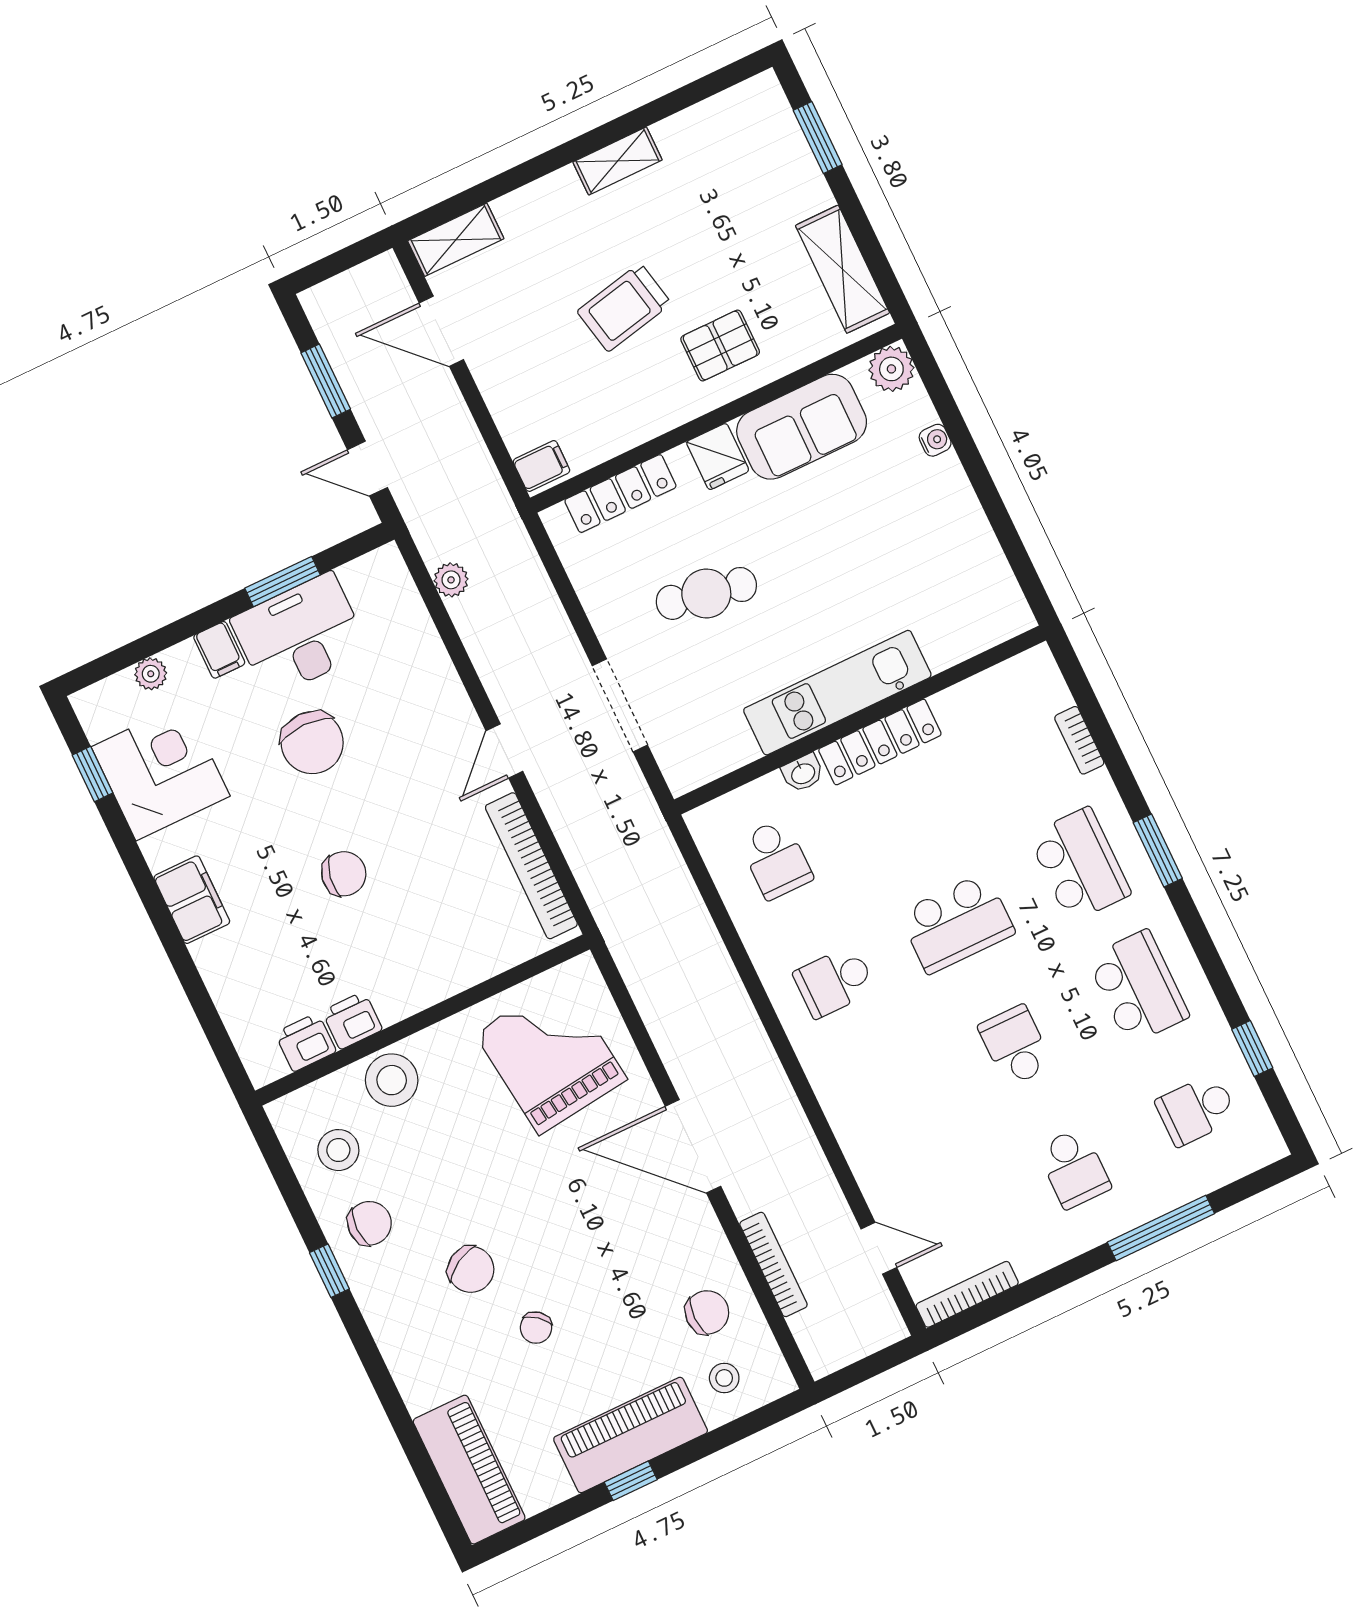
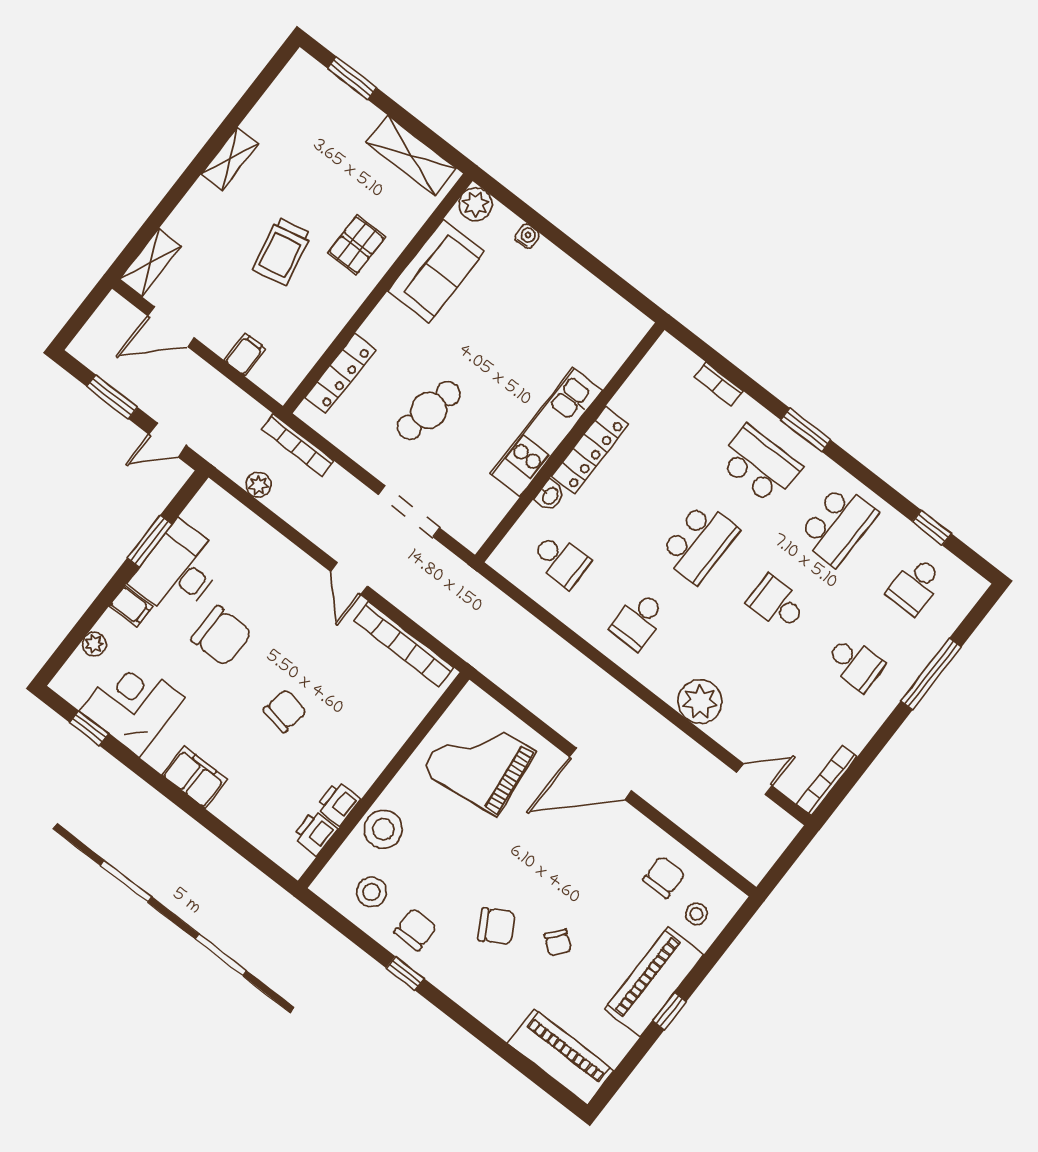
fridge: (718, 457) -> (391, 318), removed
filing cabinet: (541, 466) -> (245, 354), moved
school desk: (1138, 987) -> (837, 525), turned 90
plant: (860, 1119) -> (700, 702), added
bookcase: (773, 1264) -> (298, 445), moved, turned 180

